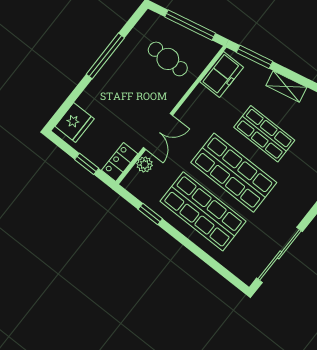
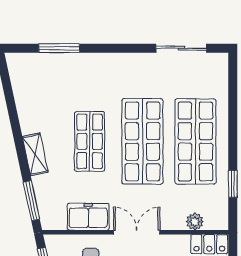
freezer: (222, 74) -> (88, 217), moved
double door: (158, 131) -> (137, 232), moved
sliding door: (279, 255) -> (181, 48), width x0.73

